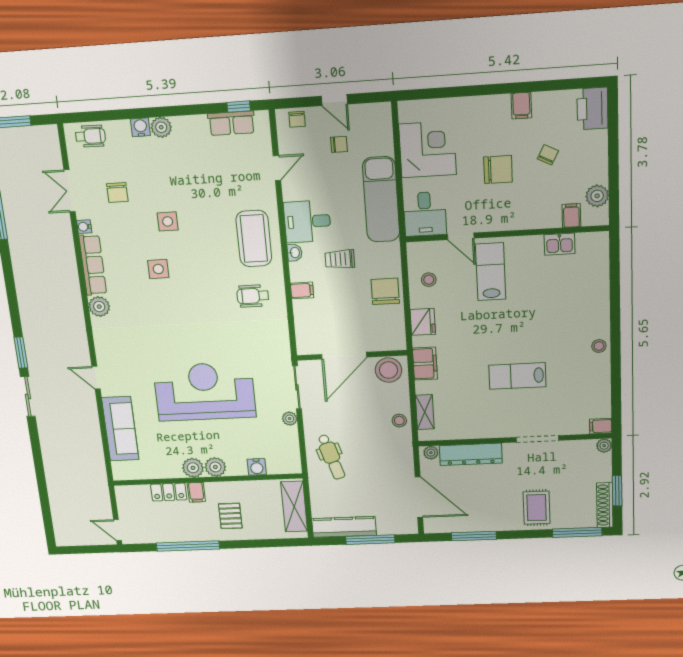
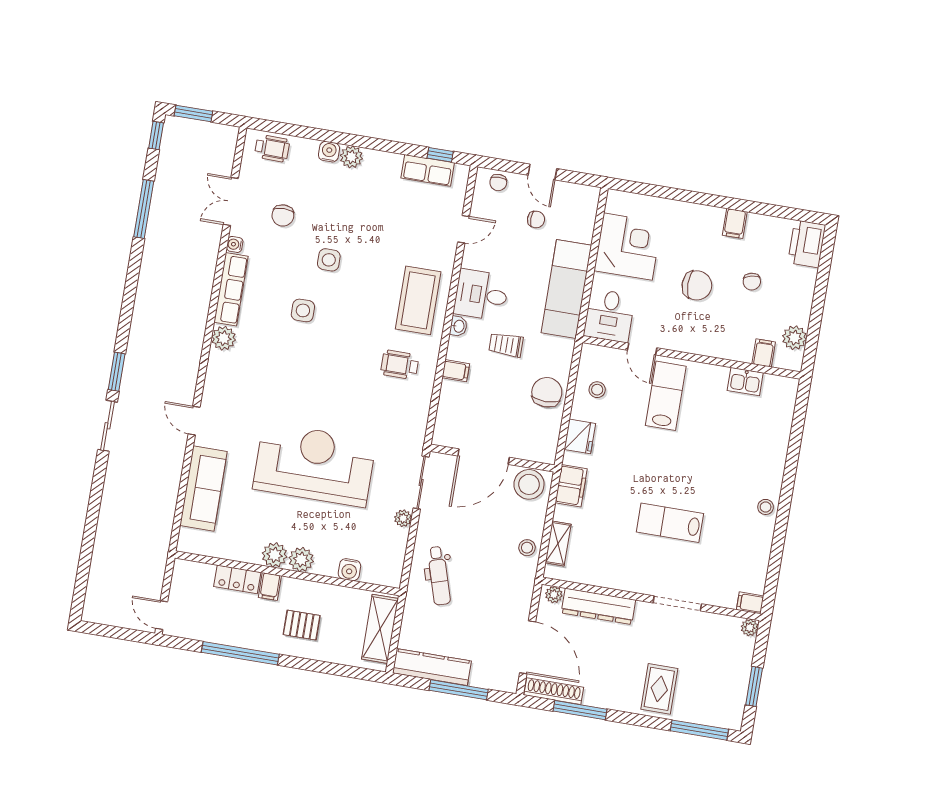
chair: (548, 155) -> (752, 282), turned 140
shoe rack: (605, 505) -> (554, 691), moved, turned 90
pallet: (230, 516) -> (302, 625), turned 90

